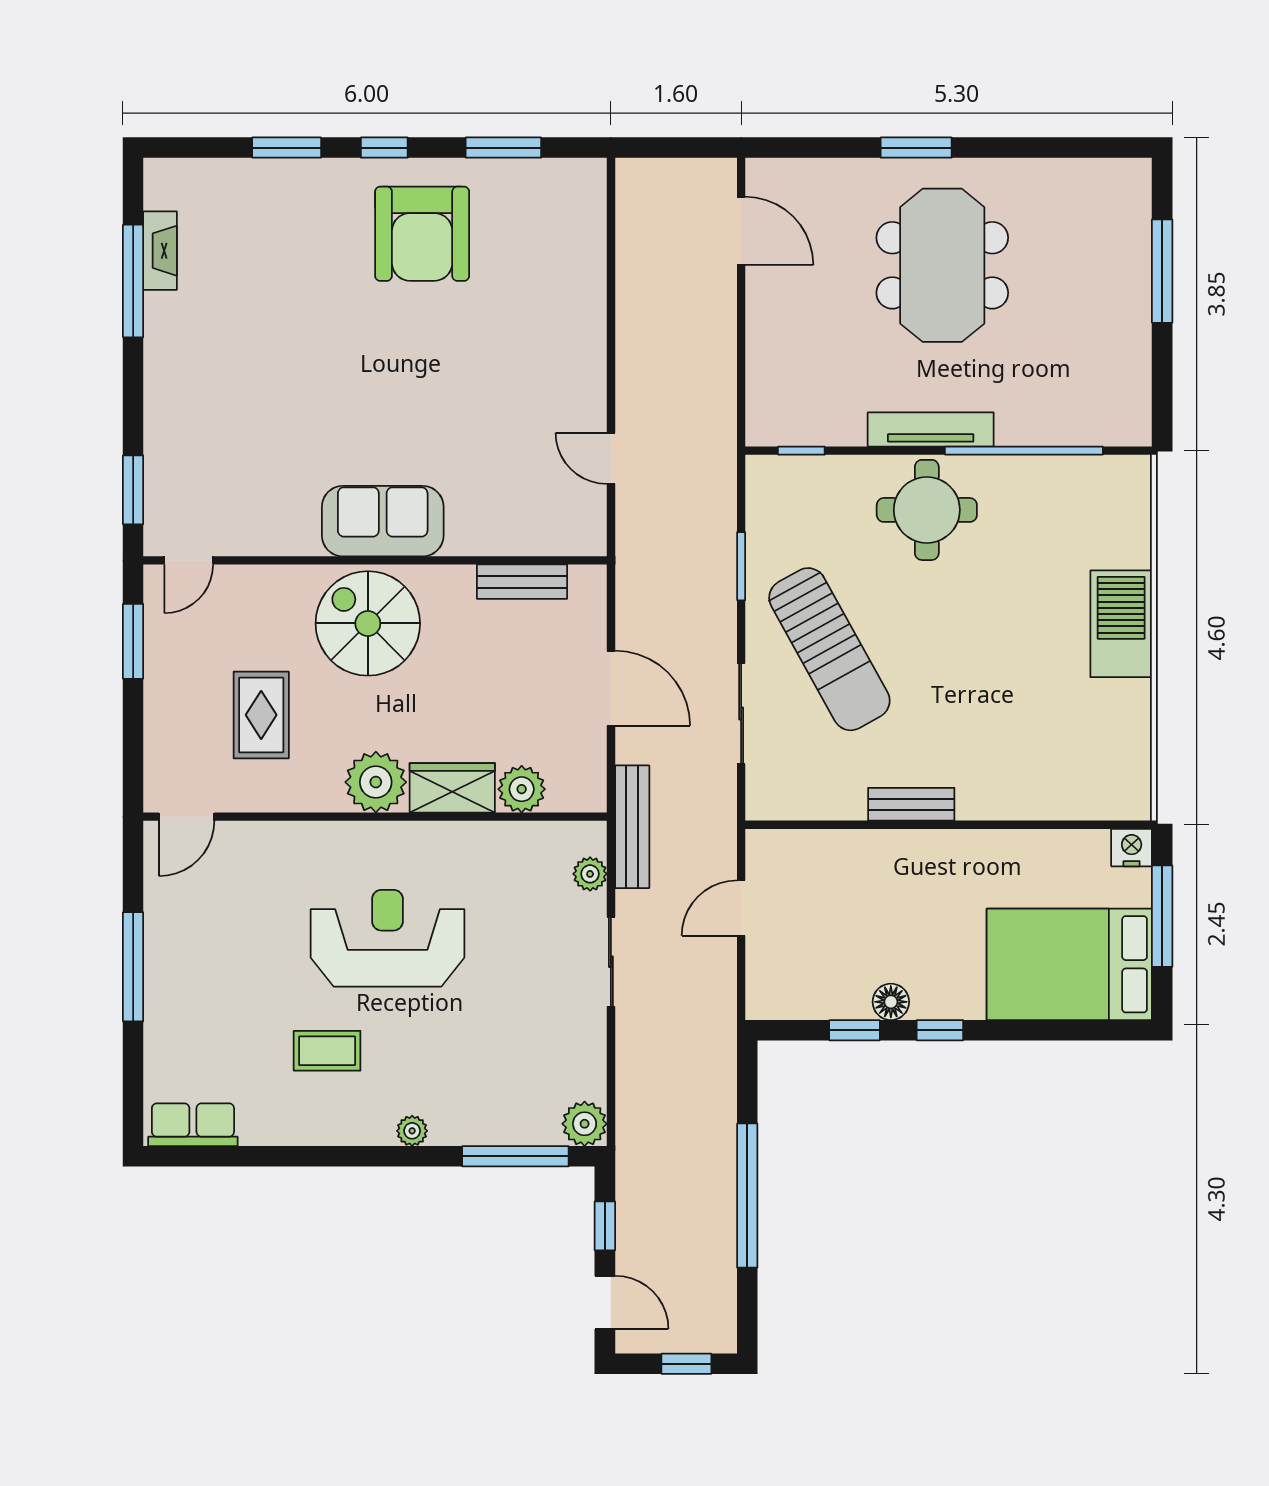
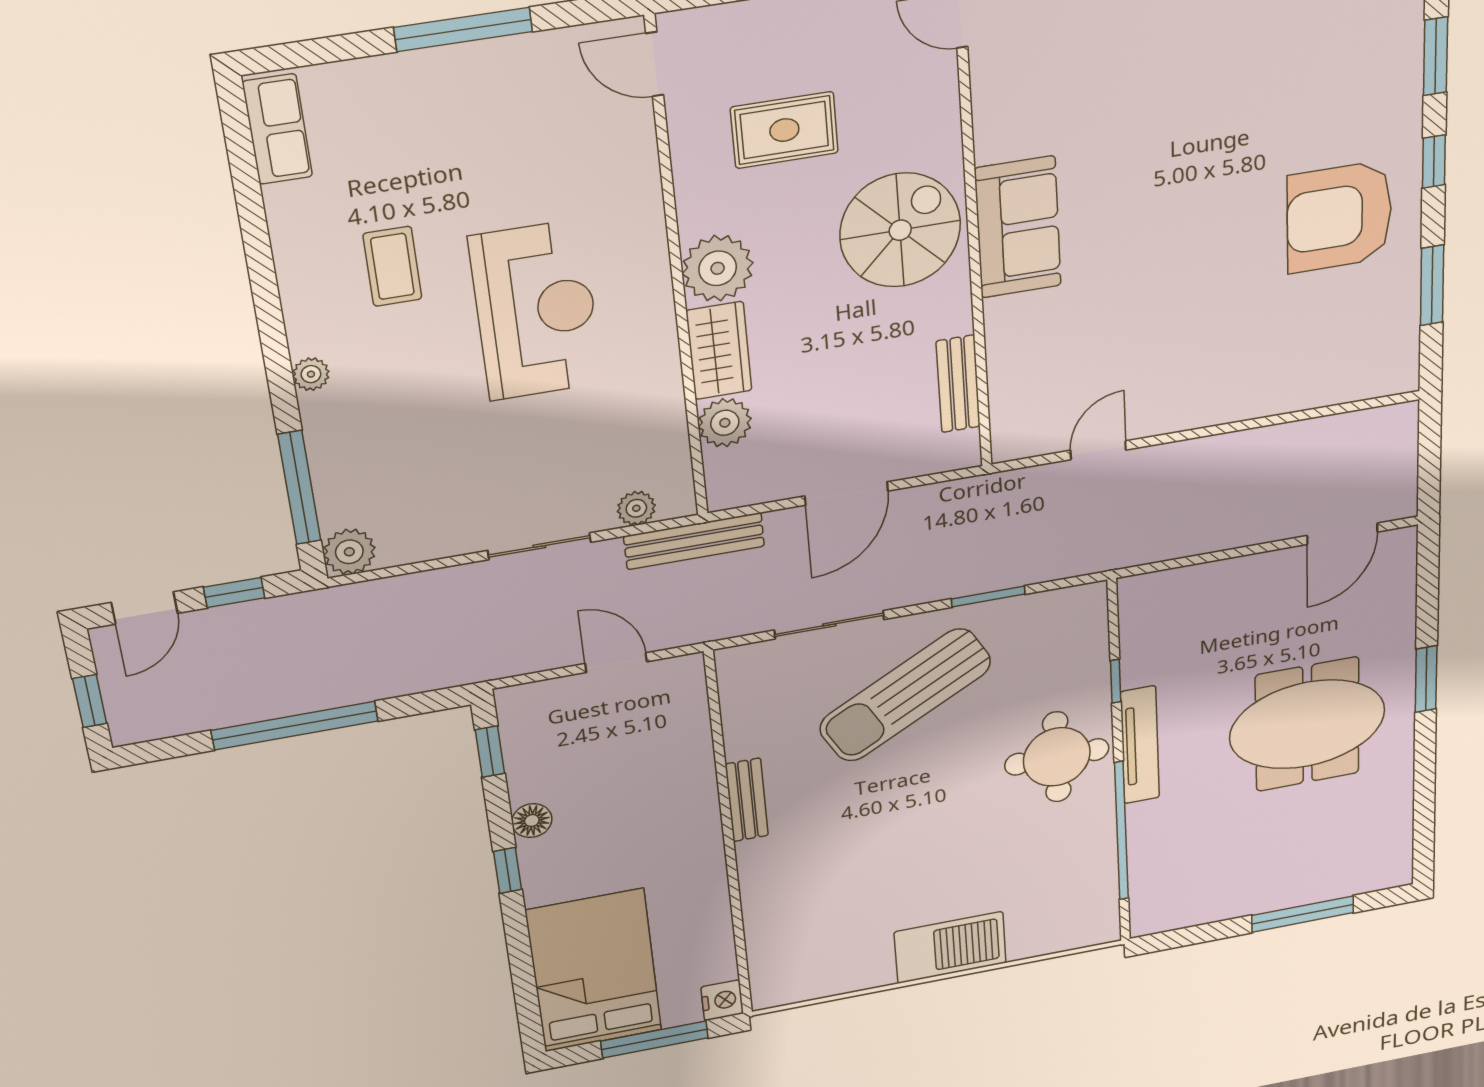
window: (801, 451) -> (1116, 681), moved
window: (855, 1030) -> (490, 752), moved

